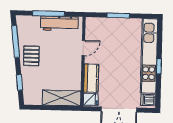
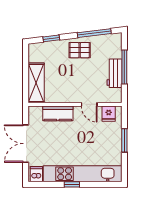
workbench: (59, 23) -> (114, 73), width x0.73
fridge: (91, 99) -> (109, 114), moved

